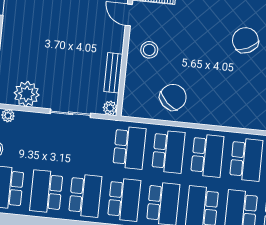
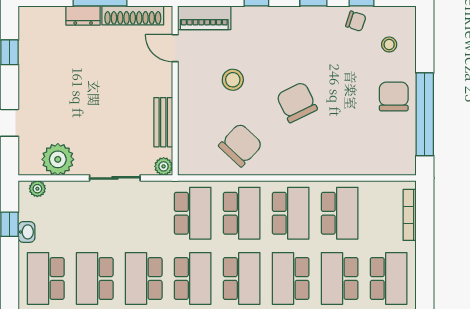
chair: (245, 40) -> (297, 102), moved
stool: (149, 50) -> (233, 80), moved
school desk: (85, 196) -> (144, 278), turned 180

